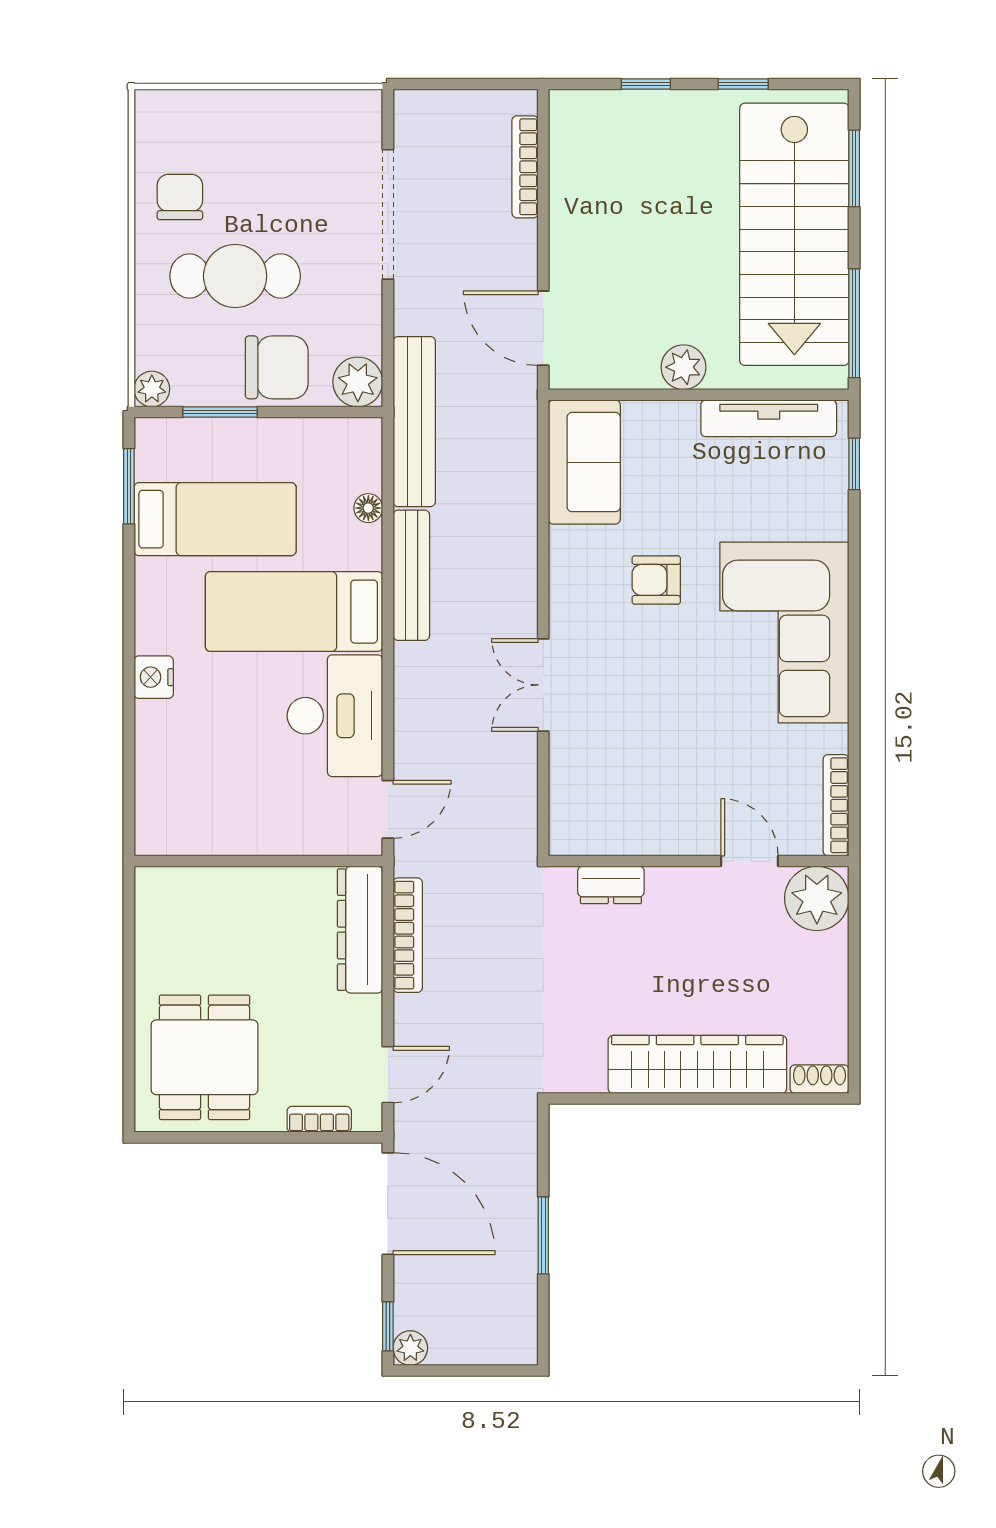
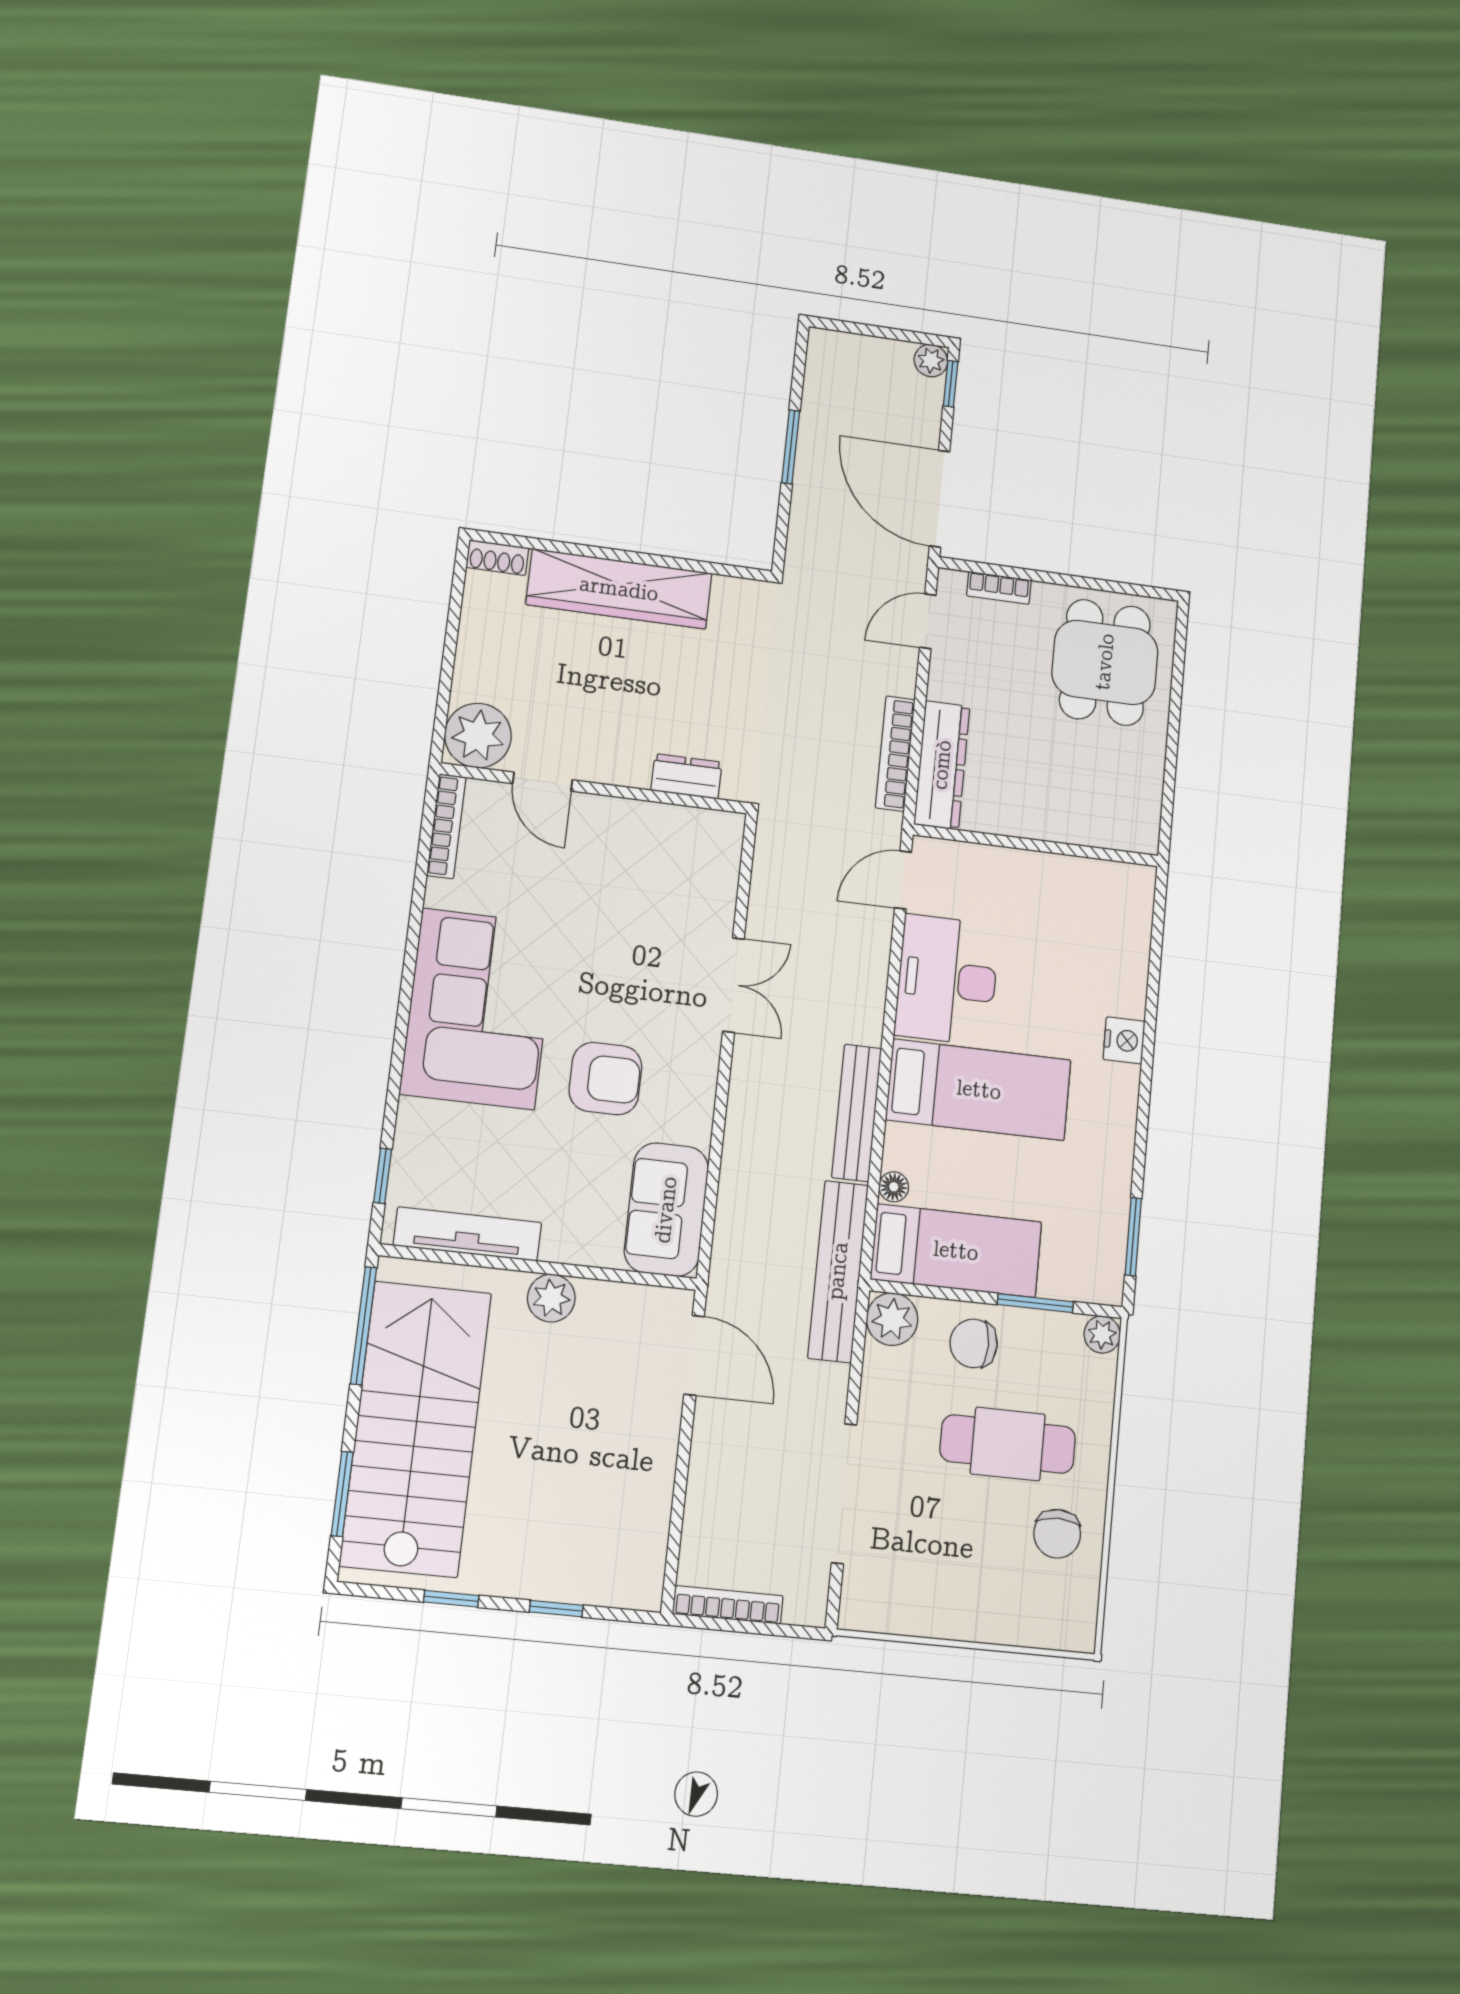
bookcase: (525, 167) -> (728, 1605), moved, turned -90
chair: (277, 367) -> (974, 1343), width x0.73, depth x0.73
bed: (215, 519) -> (956, 1251), moved, turned 180
armchair: (656, 580) -> (605, 1079), width x1.38, depth x1.38

